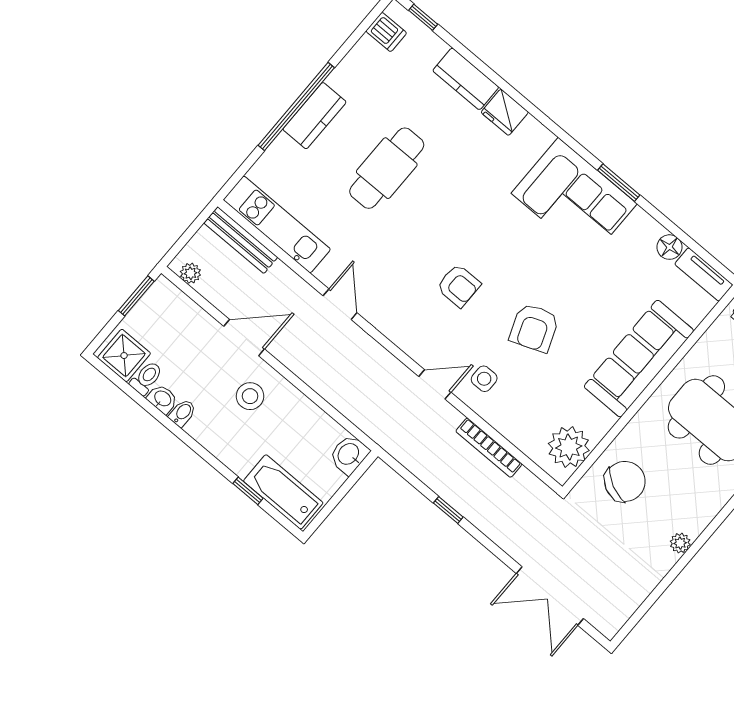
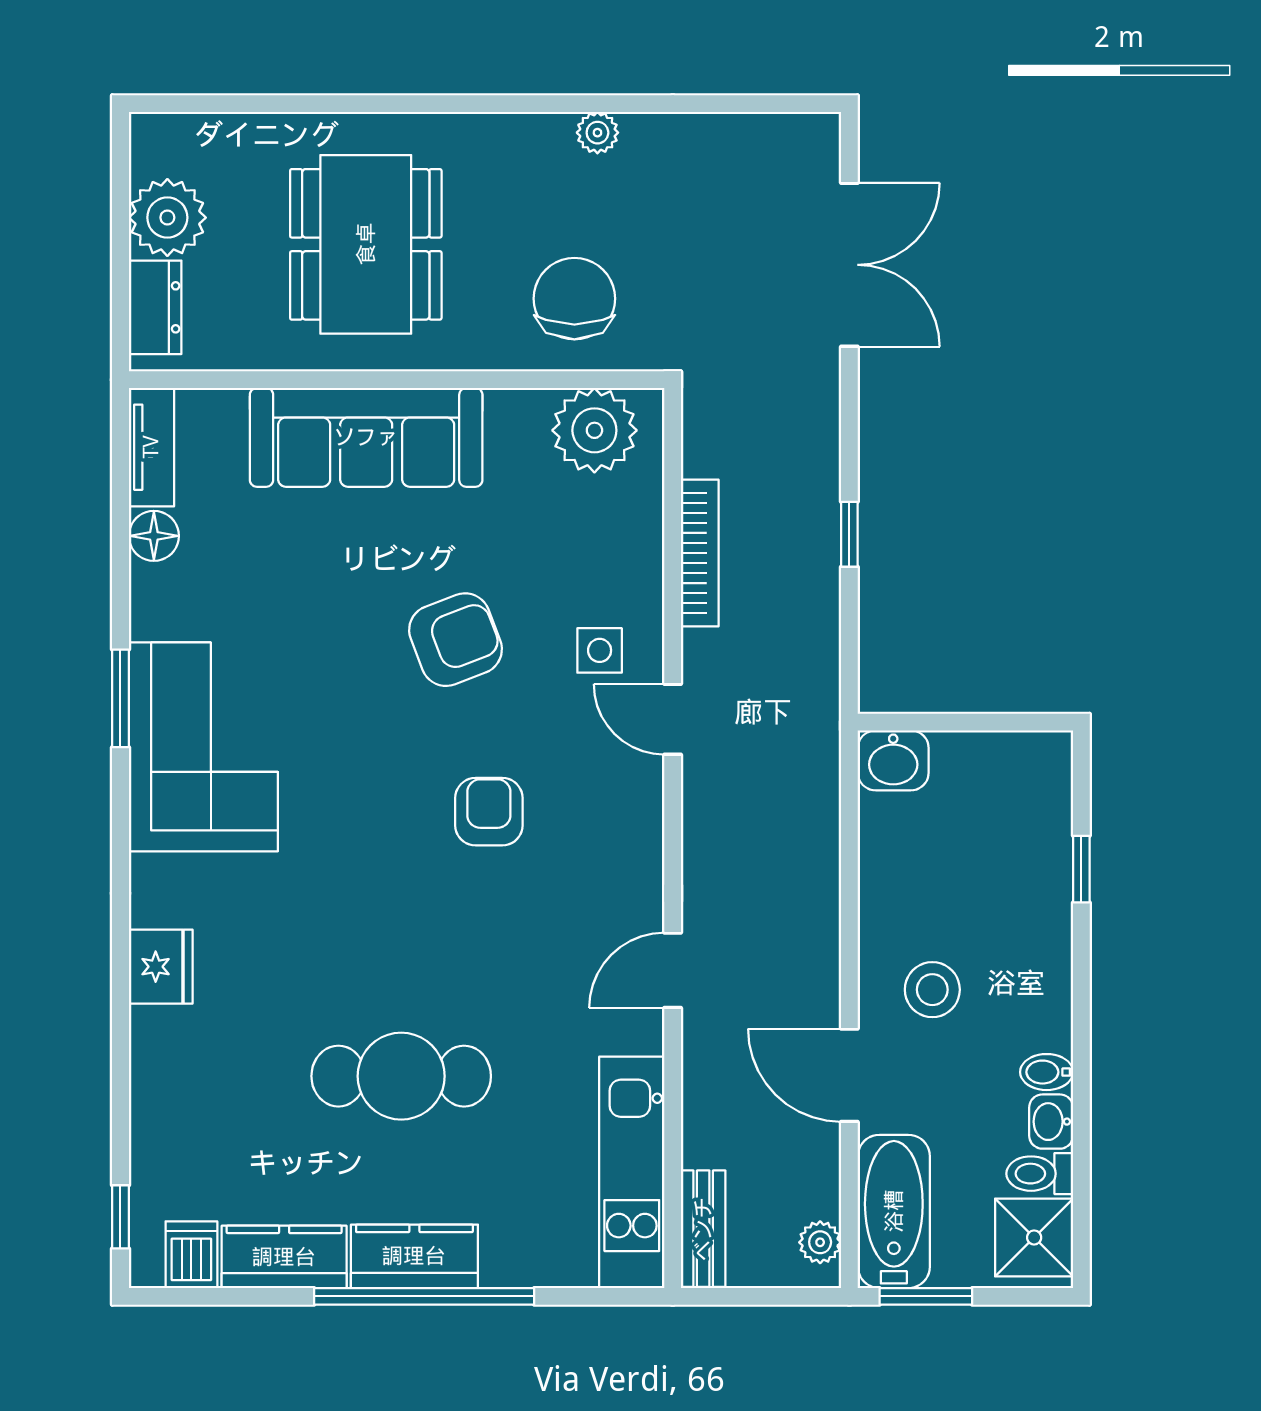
kitchen counter: (466, 79) -> (284, 1257), moved, turned -90
bench: (241, 240) -> (703, 1229), width x0.73
chair: (625, 481) -> (574, 299), turned 64
bathtub: (283, 492) -> (894, 1211), moved, turned 180

